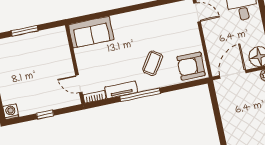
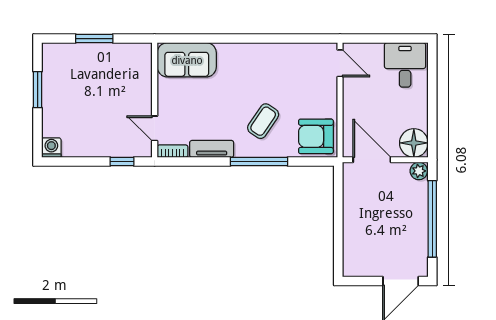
door: (233, 74) -> (372, 160), hinge flipped
window: (140, 95) -> (259, 161), moved
window: (45, 115) -> (122, 161), moved

